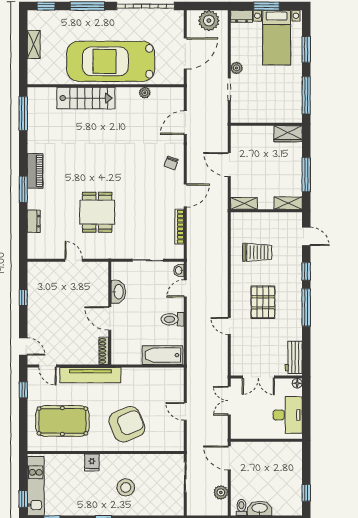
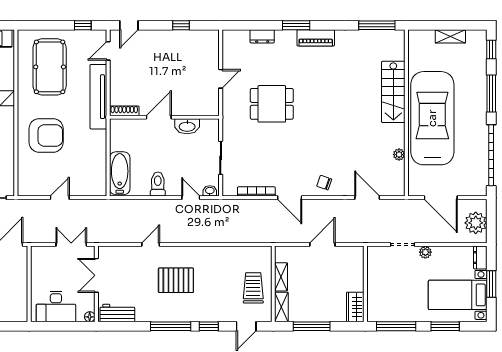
shelving: (244, 203) -> (281, 277), moved
trolley: (257, 252) -> (253, 288), moved, turned 180
armchair: (127, 424) -> (46, 135), turned -67

